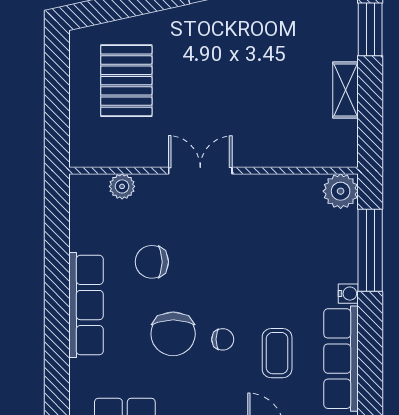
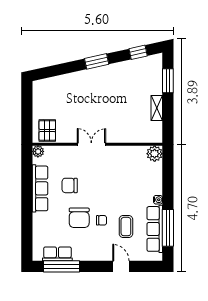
pallet: (126, 81) -> (47, 130), moved, width x0.67, depth x0.71
plant: (122, 186) -> (38, 151), moved
window: (370, 250) -> (168, 228), moved
row of seats: (86, 305) -> (40, 188), moved

